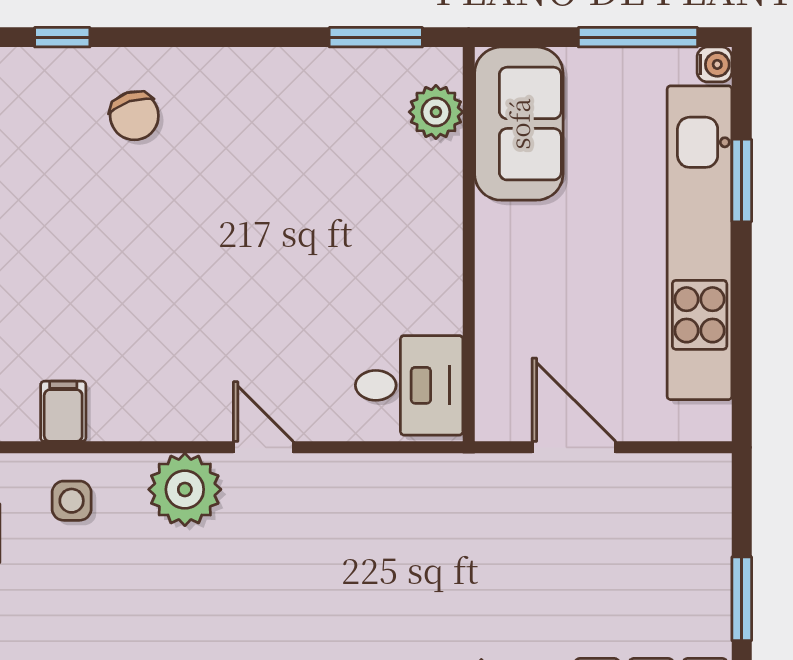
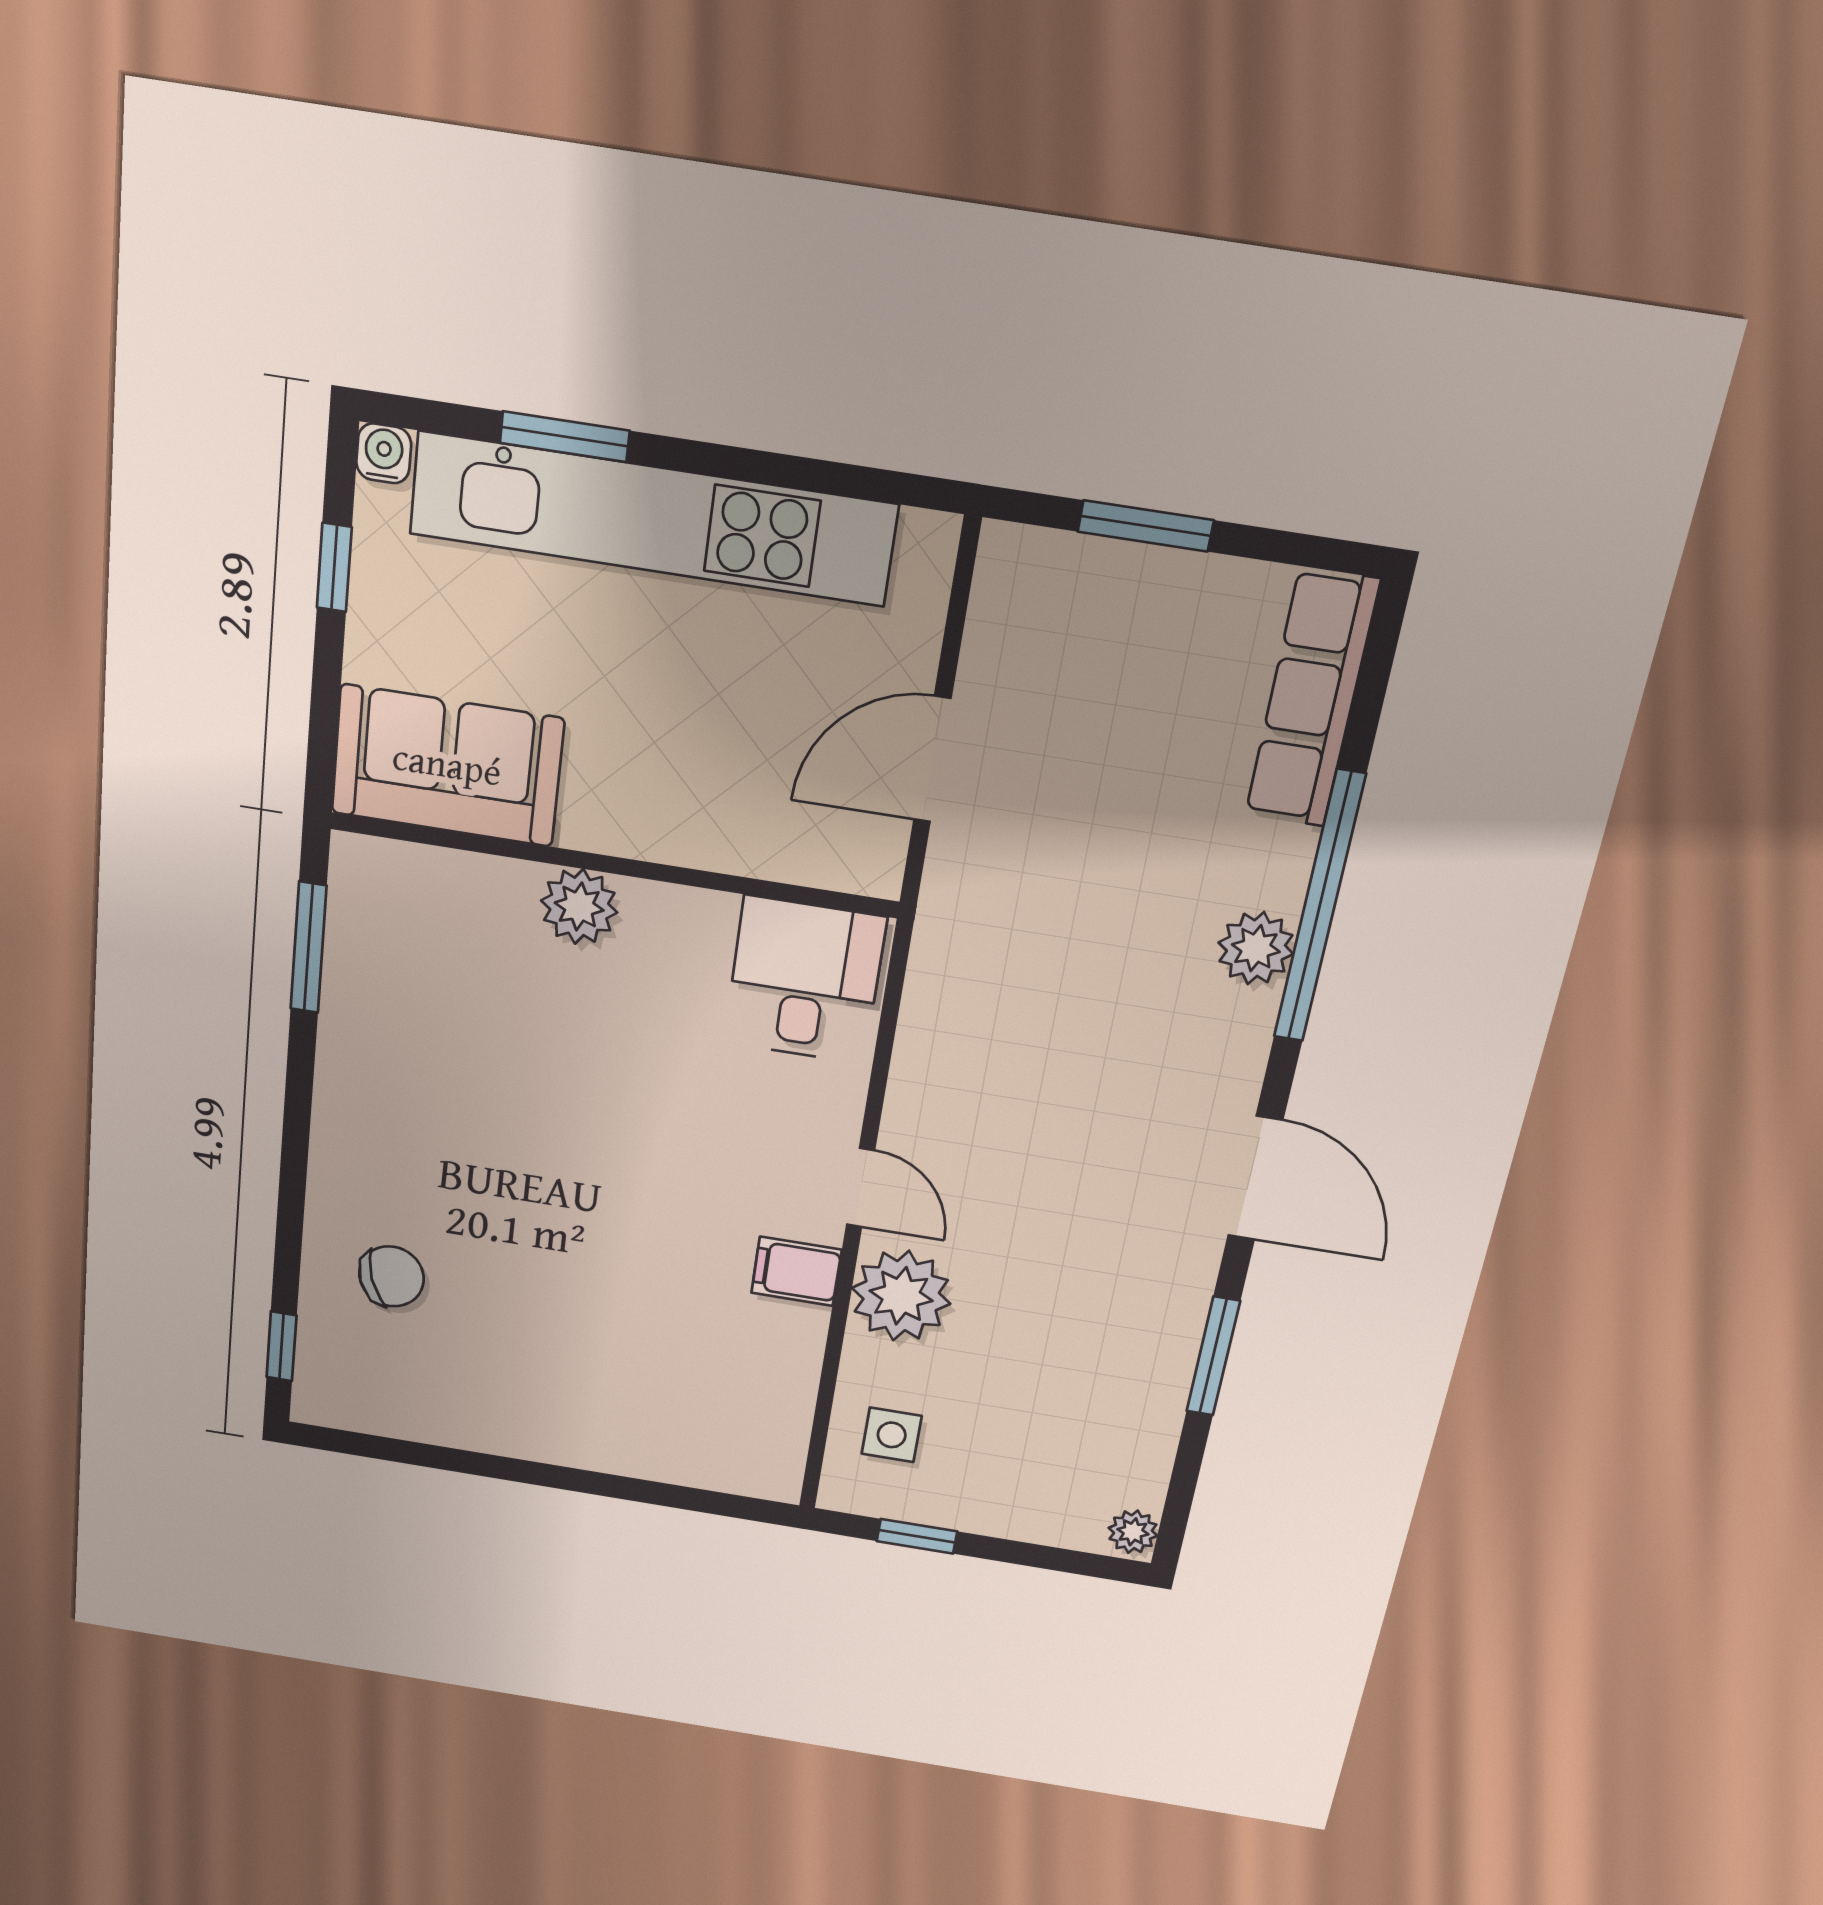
window: (638, 37) -> (334, 567), width x0.46
plant: (436, 112) -> (579, 907), moved
filing cabinet: (63, 411) -> (796, 1271), moved
door: (263, 447) -> (861, 1188), swing flipped
window: (742, 599) -> (1146, 526), moved

